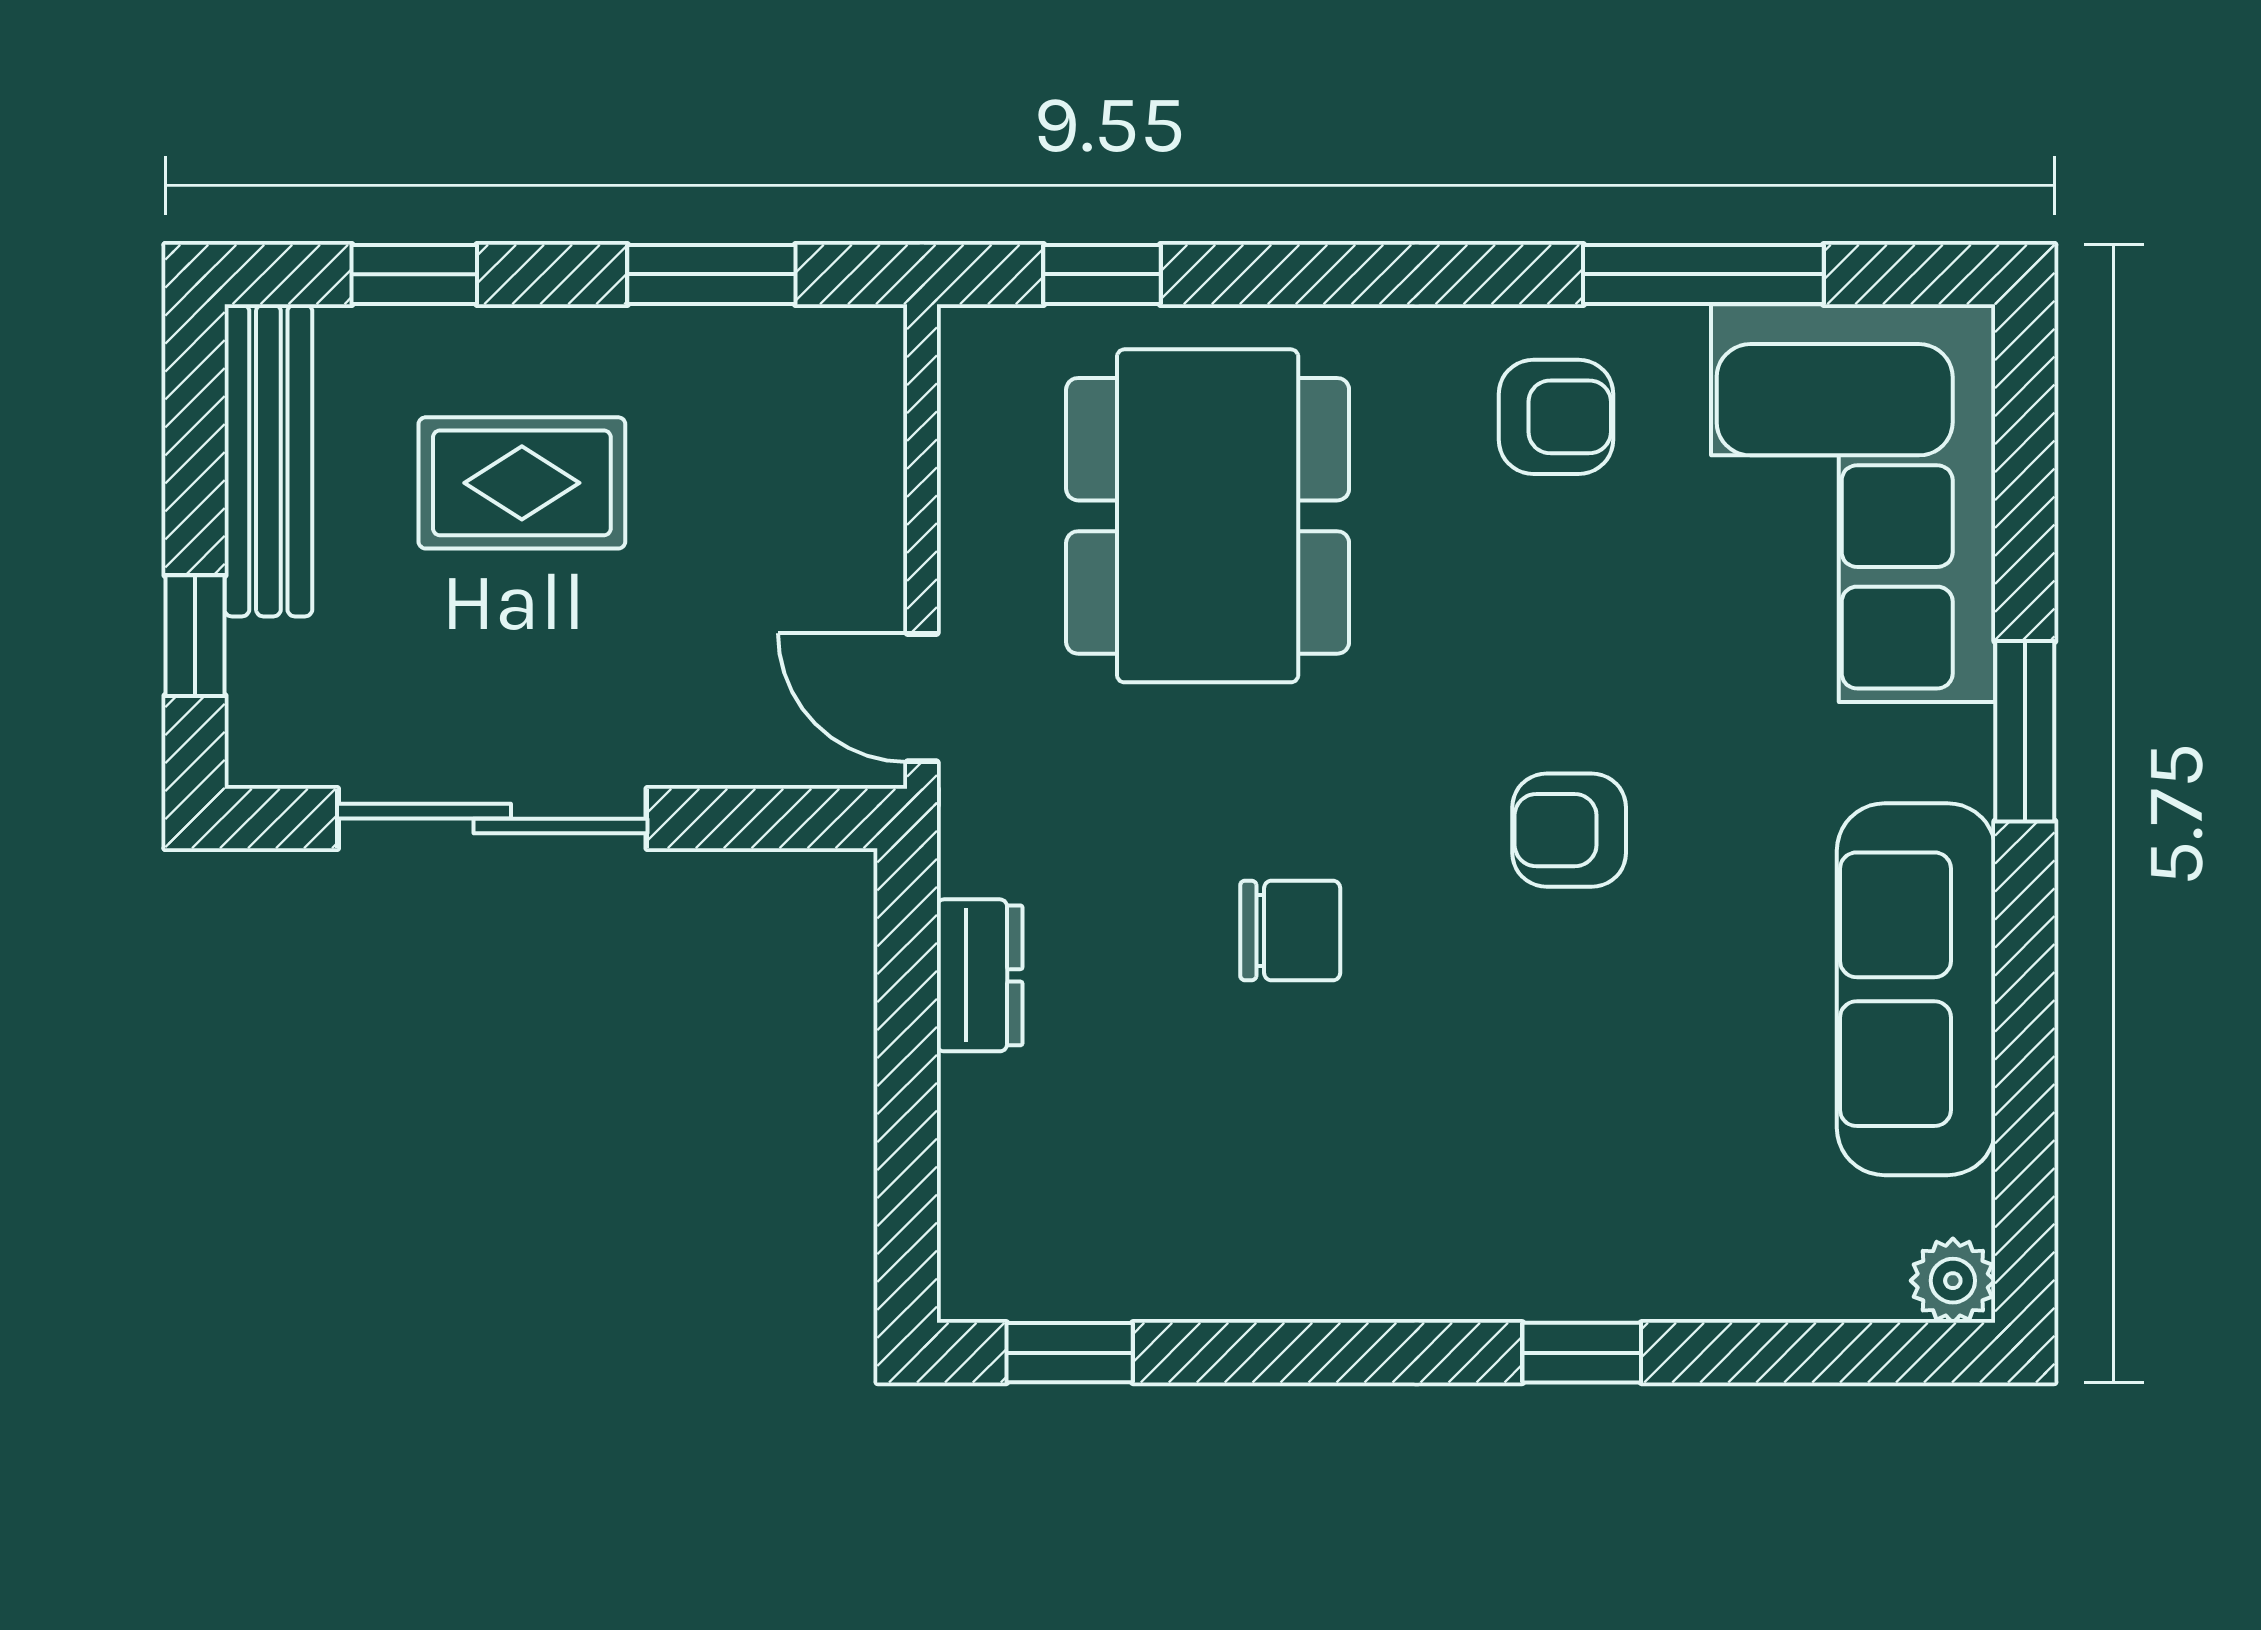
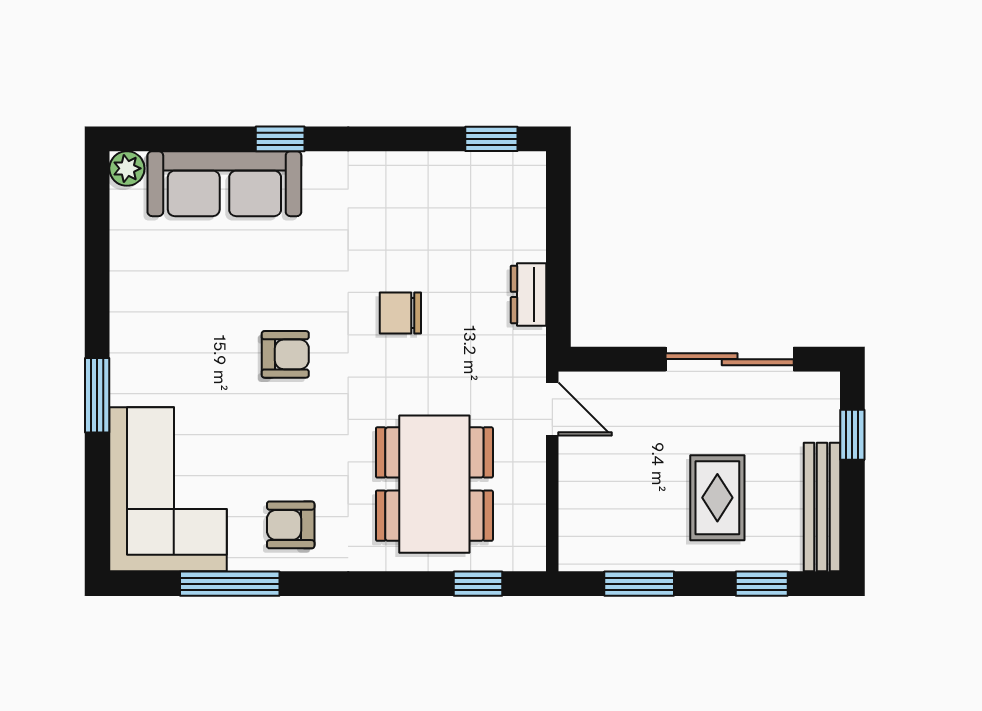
rug: (522, 483) -> (717, 498), turned 90
sofa: (1916, 989) -> (224, 184), moved, turned 90

